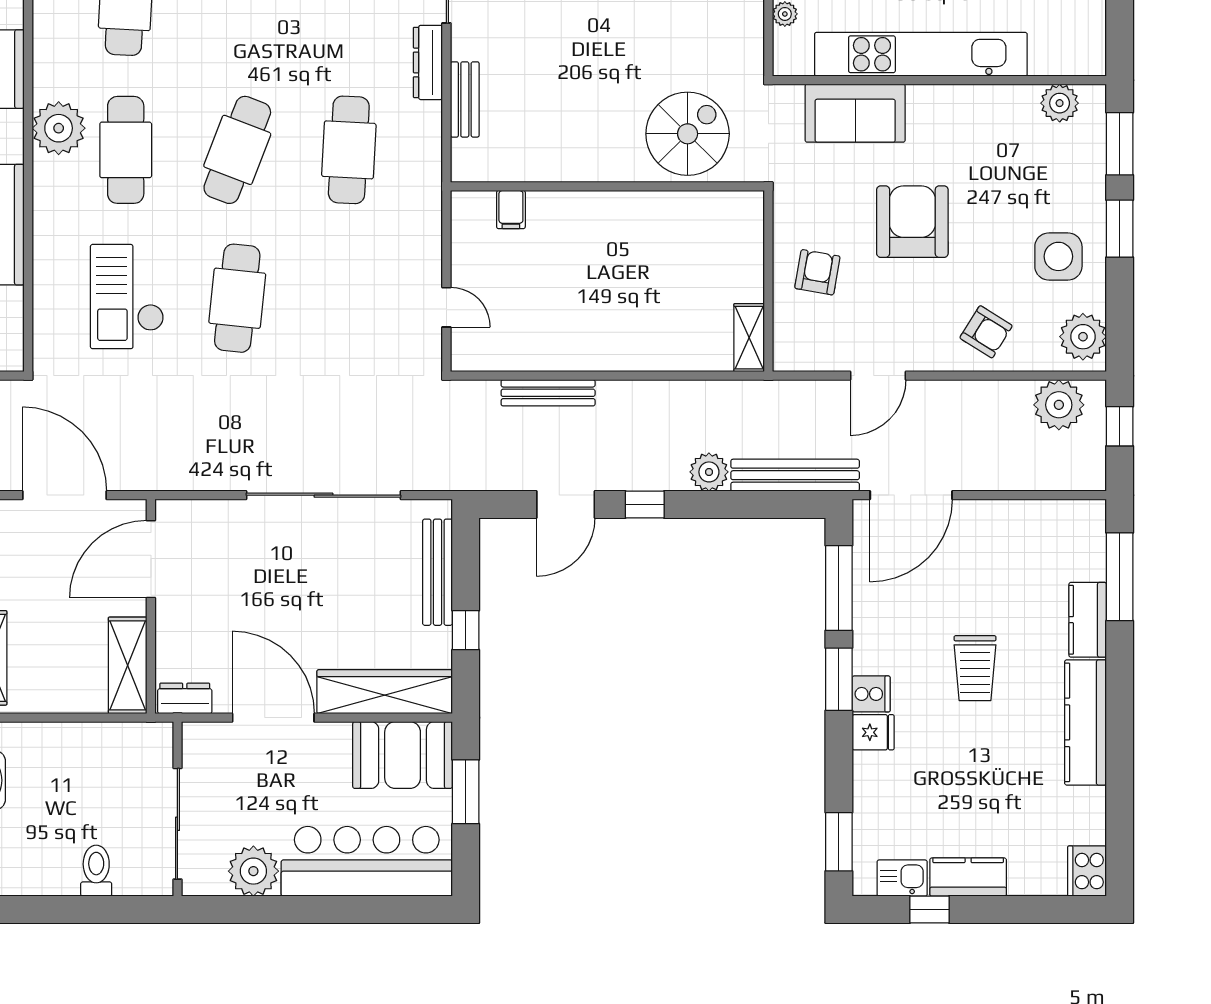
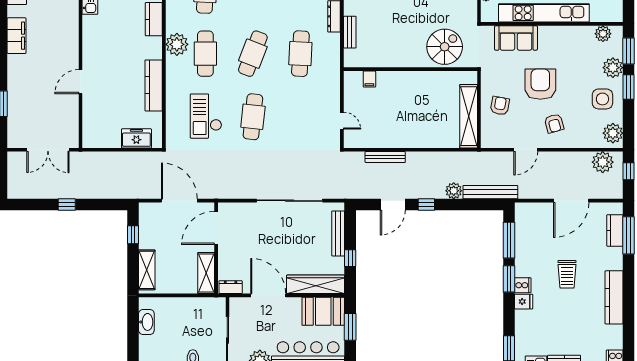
plant: (1083, 183) -> (613, 68), added
armchair: (986, 332) -> (554, 123), moved, turned 43
shelving: (749, 338) -> (469, 116), width x2.20, depth x1.33
door: (911, 495) -> (571, 201), moved
kitchen counter: (1088, 620) -> (615, 230), moved

